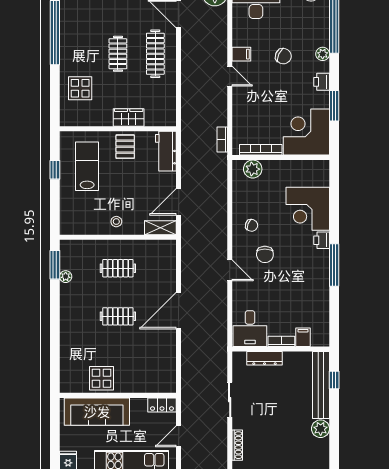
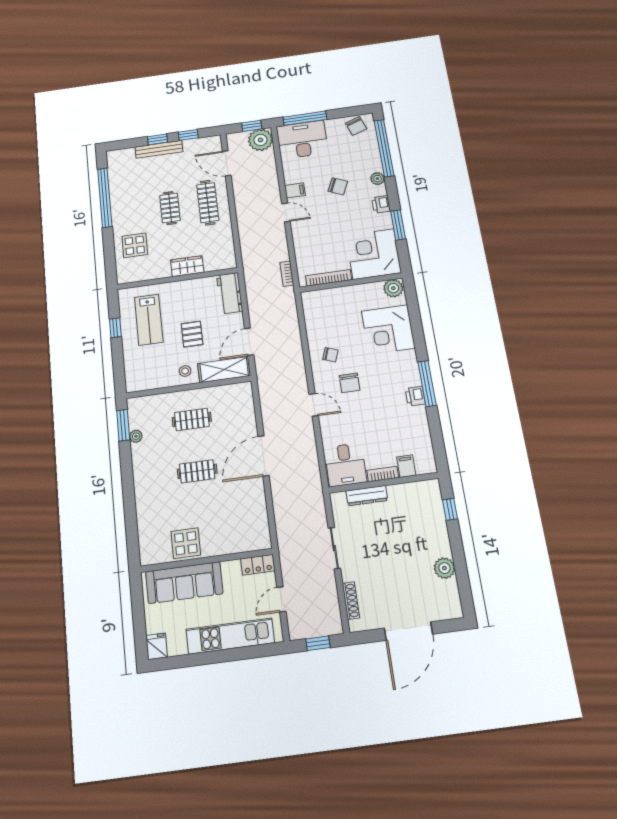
pallet: (125, 147) -> (192, 334), moved
lab bench: (87, 166) -> (149, 320), turned 180
plant: (253, 169) -> (393, 288), moved
shelving: (160, 228) -> (224, 370), width x1.50, depth x1.33
printer: (322, 240) -> (415, 396), moved
bench: (321, 385) -> (436, 517), removed

